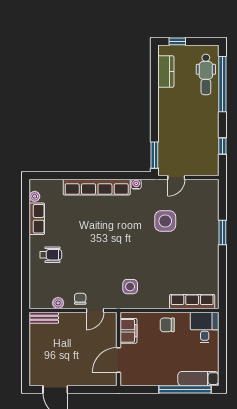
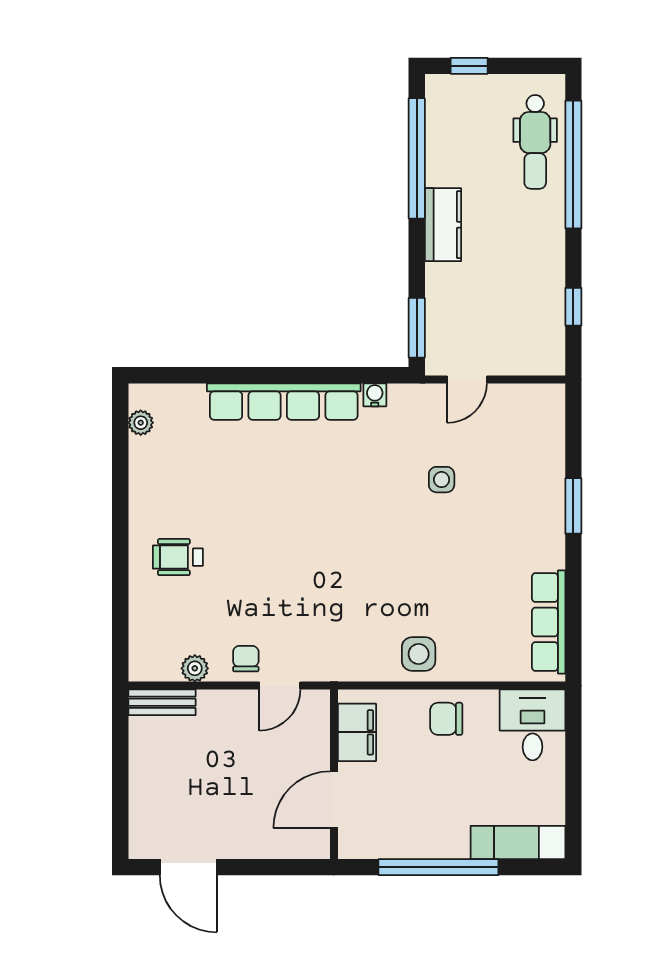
kitchen counter: (166, 71) -> (443, 225), moved
window: (154, 82) -> (417, 158), added
row of seats: (37, 219) -> (146, 474), removed
side table: (165, 221) -> (442, 480), width x0.54, depth x0.54
wheelchair: (51, 255) -> (178, 557), turned 180
side table: (130, 287) -> (419, 654), moved
row of seats: (192, 302) -> (549, 622), moved, turned -90
window: (185, 389) -> (438, 867), moved

